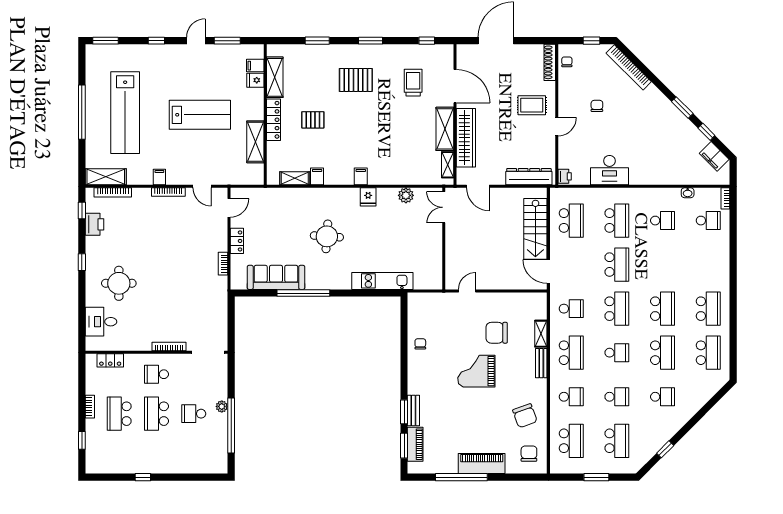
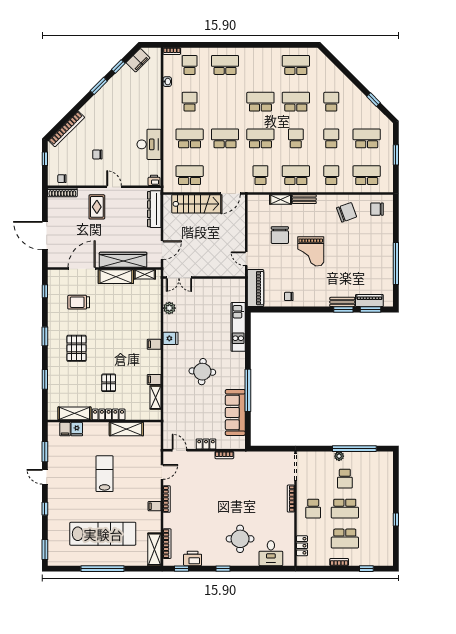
lab bench: (200, 115) -> (105, 474), width x0.73, depth x0.72
school desk: (708, 309) -> (225, 65), moved
piano: (482, 464) -> (255, 288), moved, turned 180

